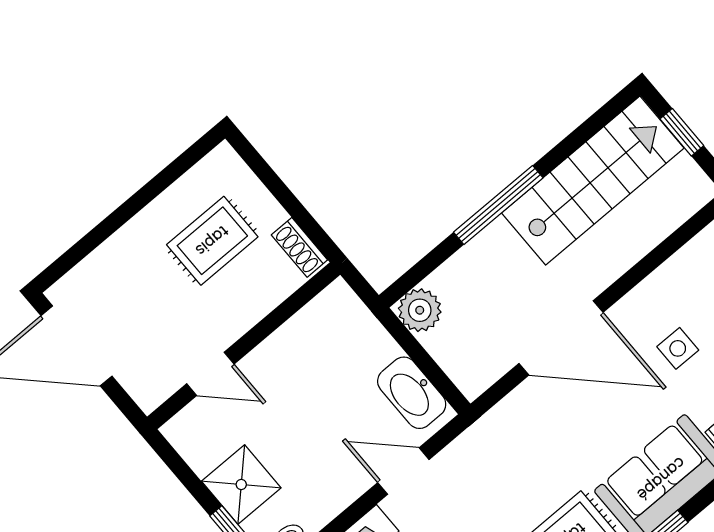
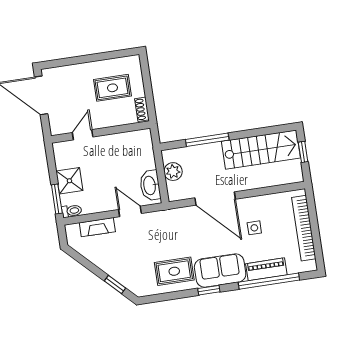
window: (498, 205) -> (207, 140), moved
plant: (420, 310) -> (173, 172), moved
door: (210, 374) -> (83, 135), swing flipped

